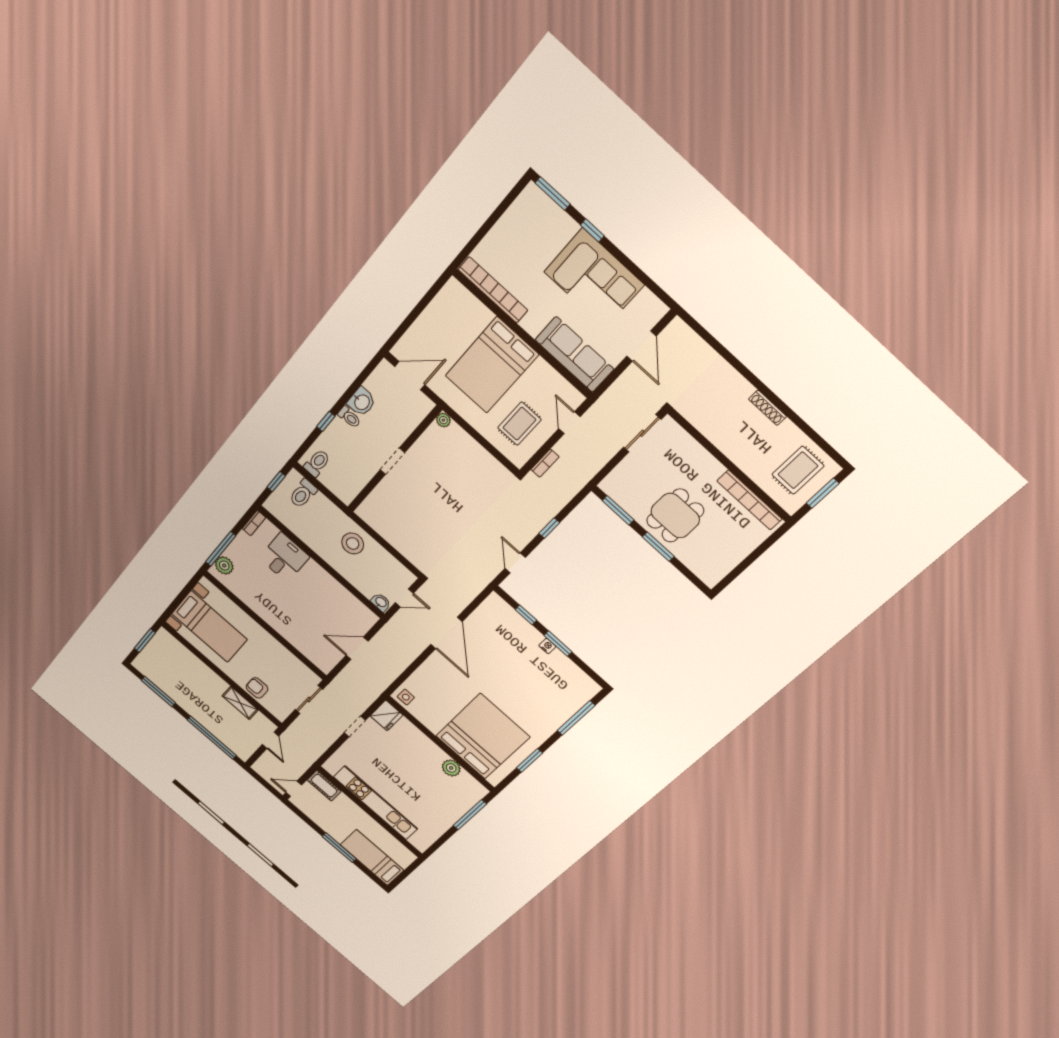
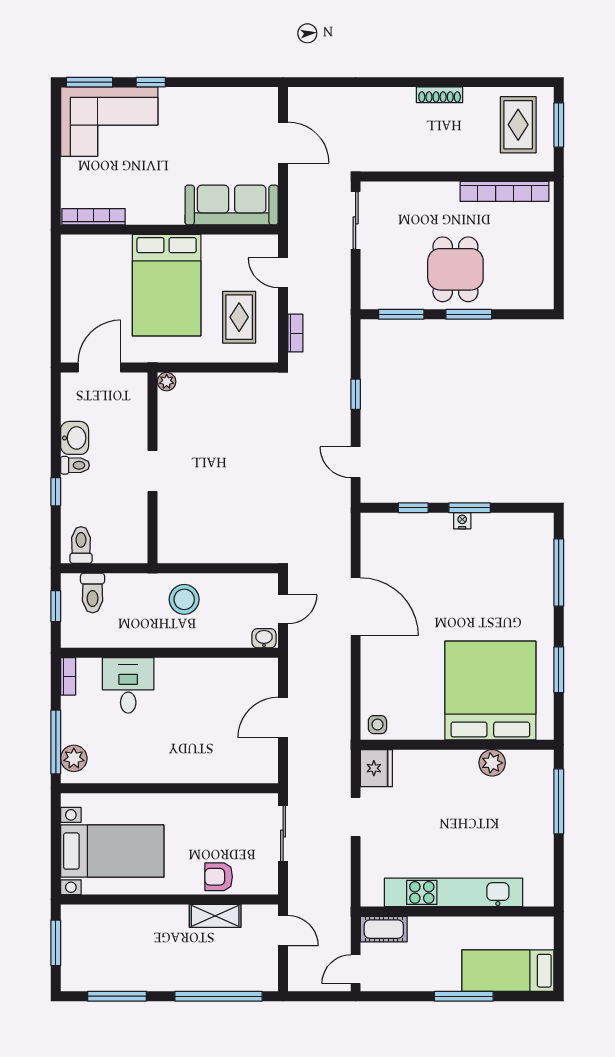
corner sofa: (594, 278) -> (109, 122), moved
bookcase: (493, 290) -> (94, 217), width x0.68, depth x0.76

